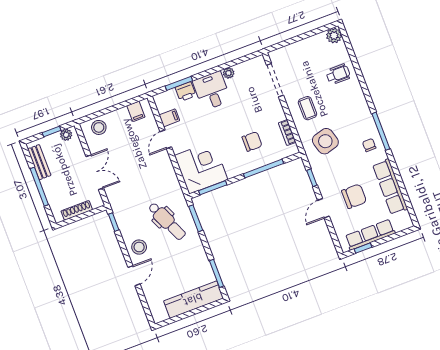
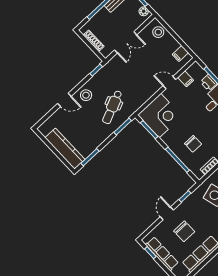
door: (323, 208) -> (167, 213), hinge flipped

